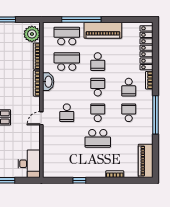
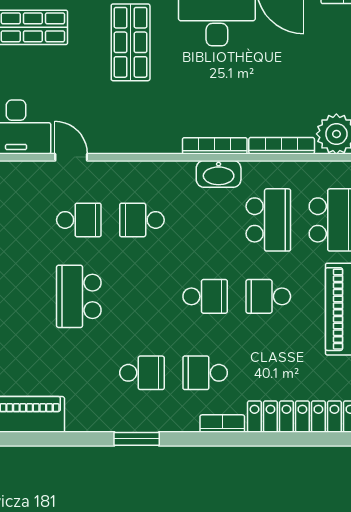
school desk: (98, 113) -> (79, 220), moved
window: (155, 115) -> (137, 439), width x0.47
door: (41, 118) -> (71, 157), moved

